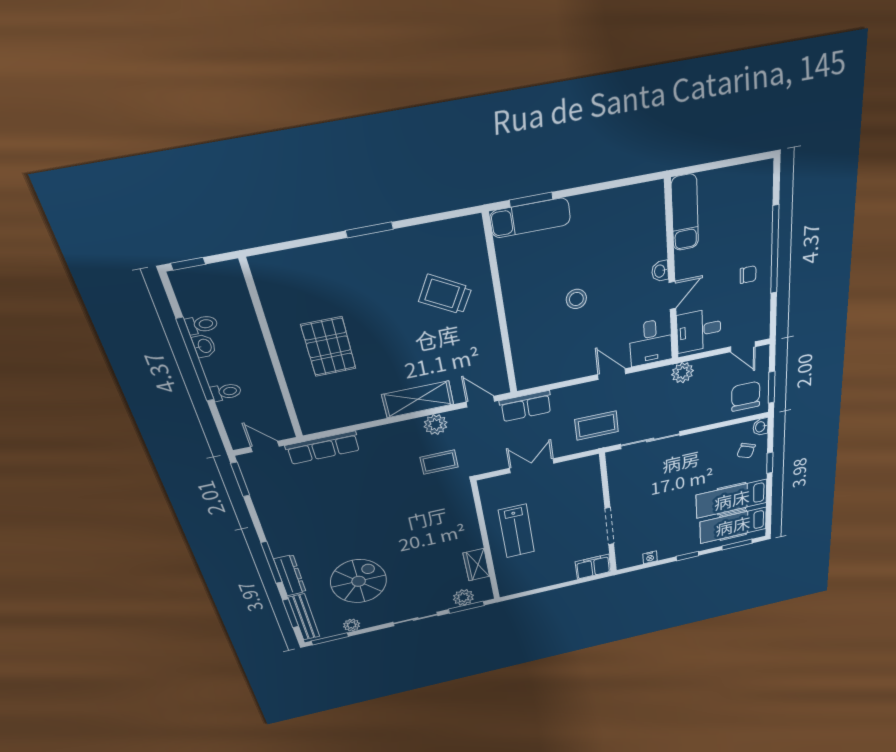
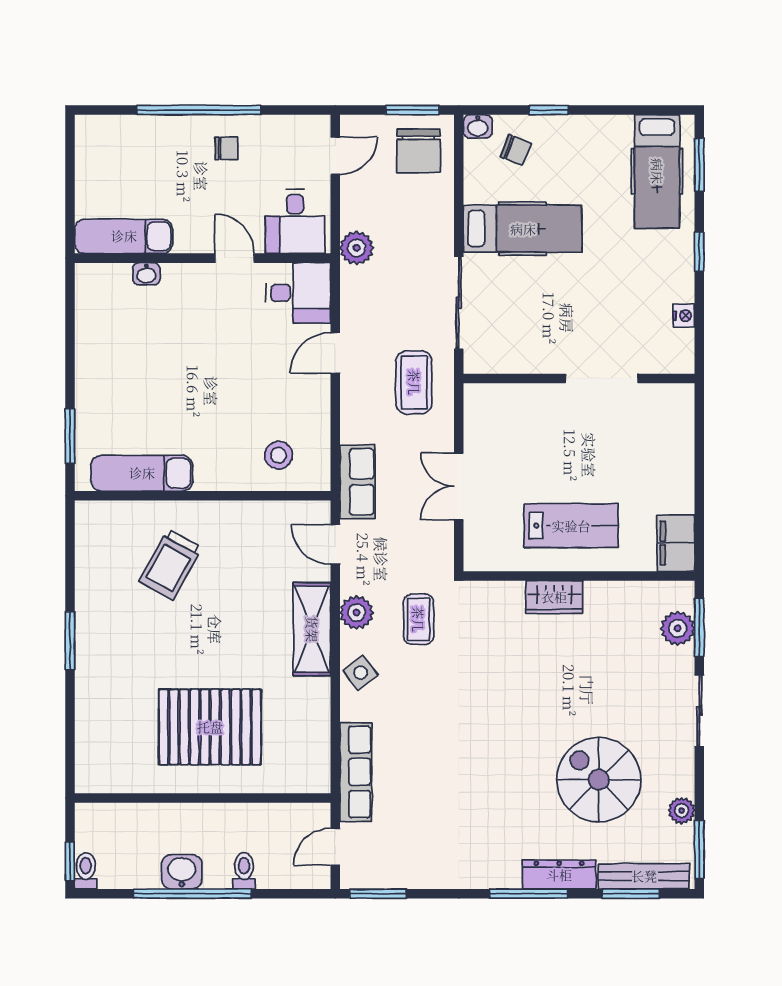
exam couch: (530, 218) -> (142, 473), moved, turned -90
washbasin: (660, 271) -> (146, 274), moved
chair: (748, 275) -> (226, 148), turned 90
stool: (576, 299) -> (279, 455), moved
toilet: (202, 324) -> (86, 871), moved
washbasin: (204, 346) -> (182, 872), width x1.38, depth x1.45
pallet: (329, 347) -> (210, 727), width x1.37, depth x1.41
chair: (746, 396) -> (418, 151), turned -90
door: (480, 402) -> (335, 544), hinge flipped
side table: (394, 436) -> (361, 673), added
hospital bed: (732, 499) -> (523, 229), moved, turned -90
wardrobe: (476, 565) -> (554, 597), moved
filing cabinet: (593, 567) -> (676, 543), moved

